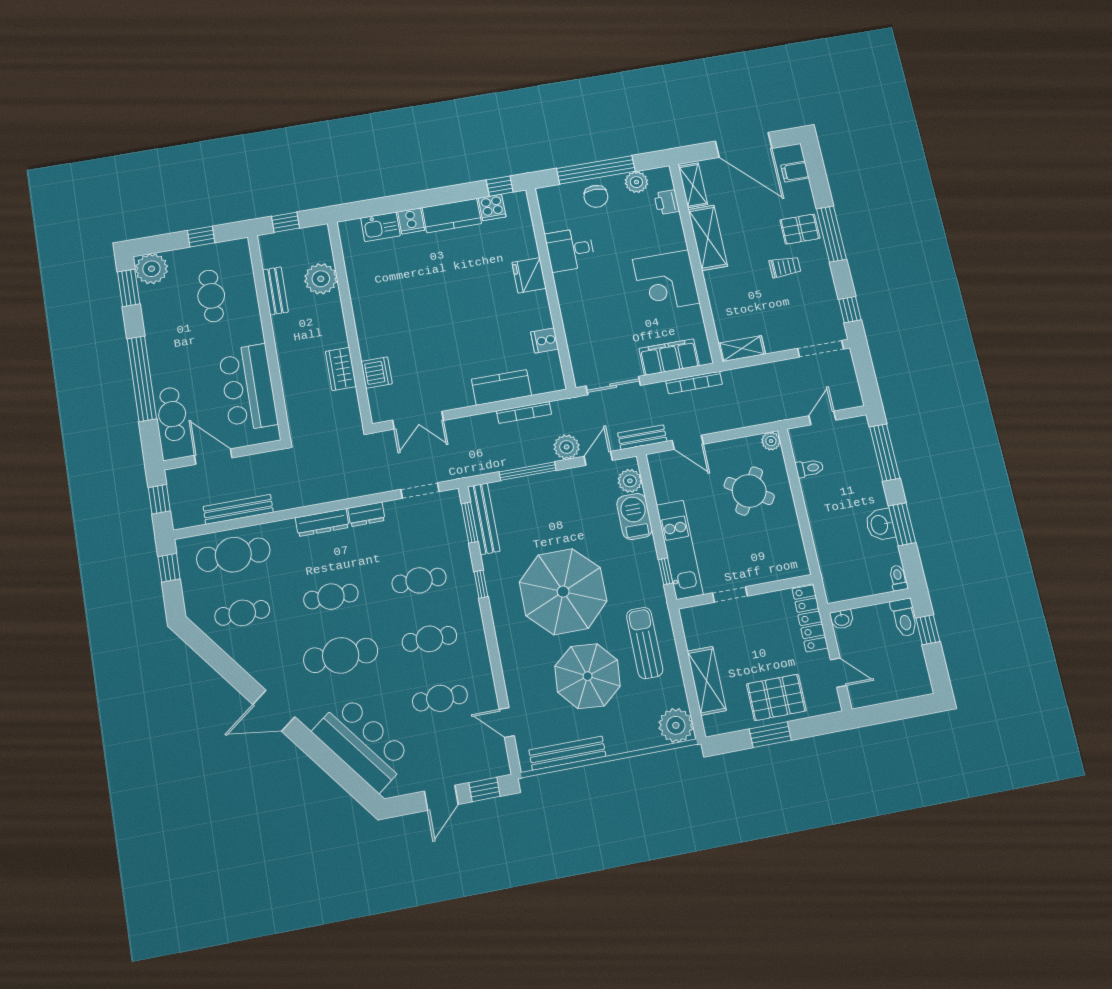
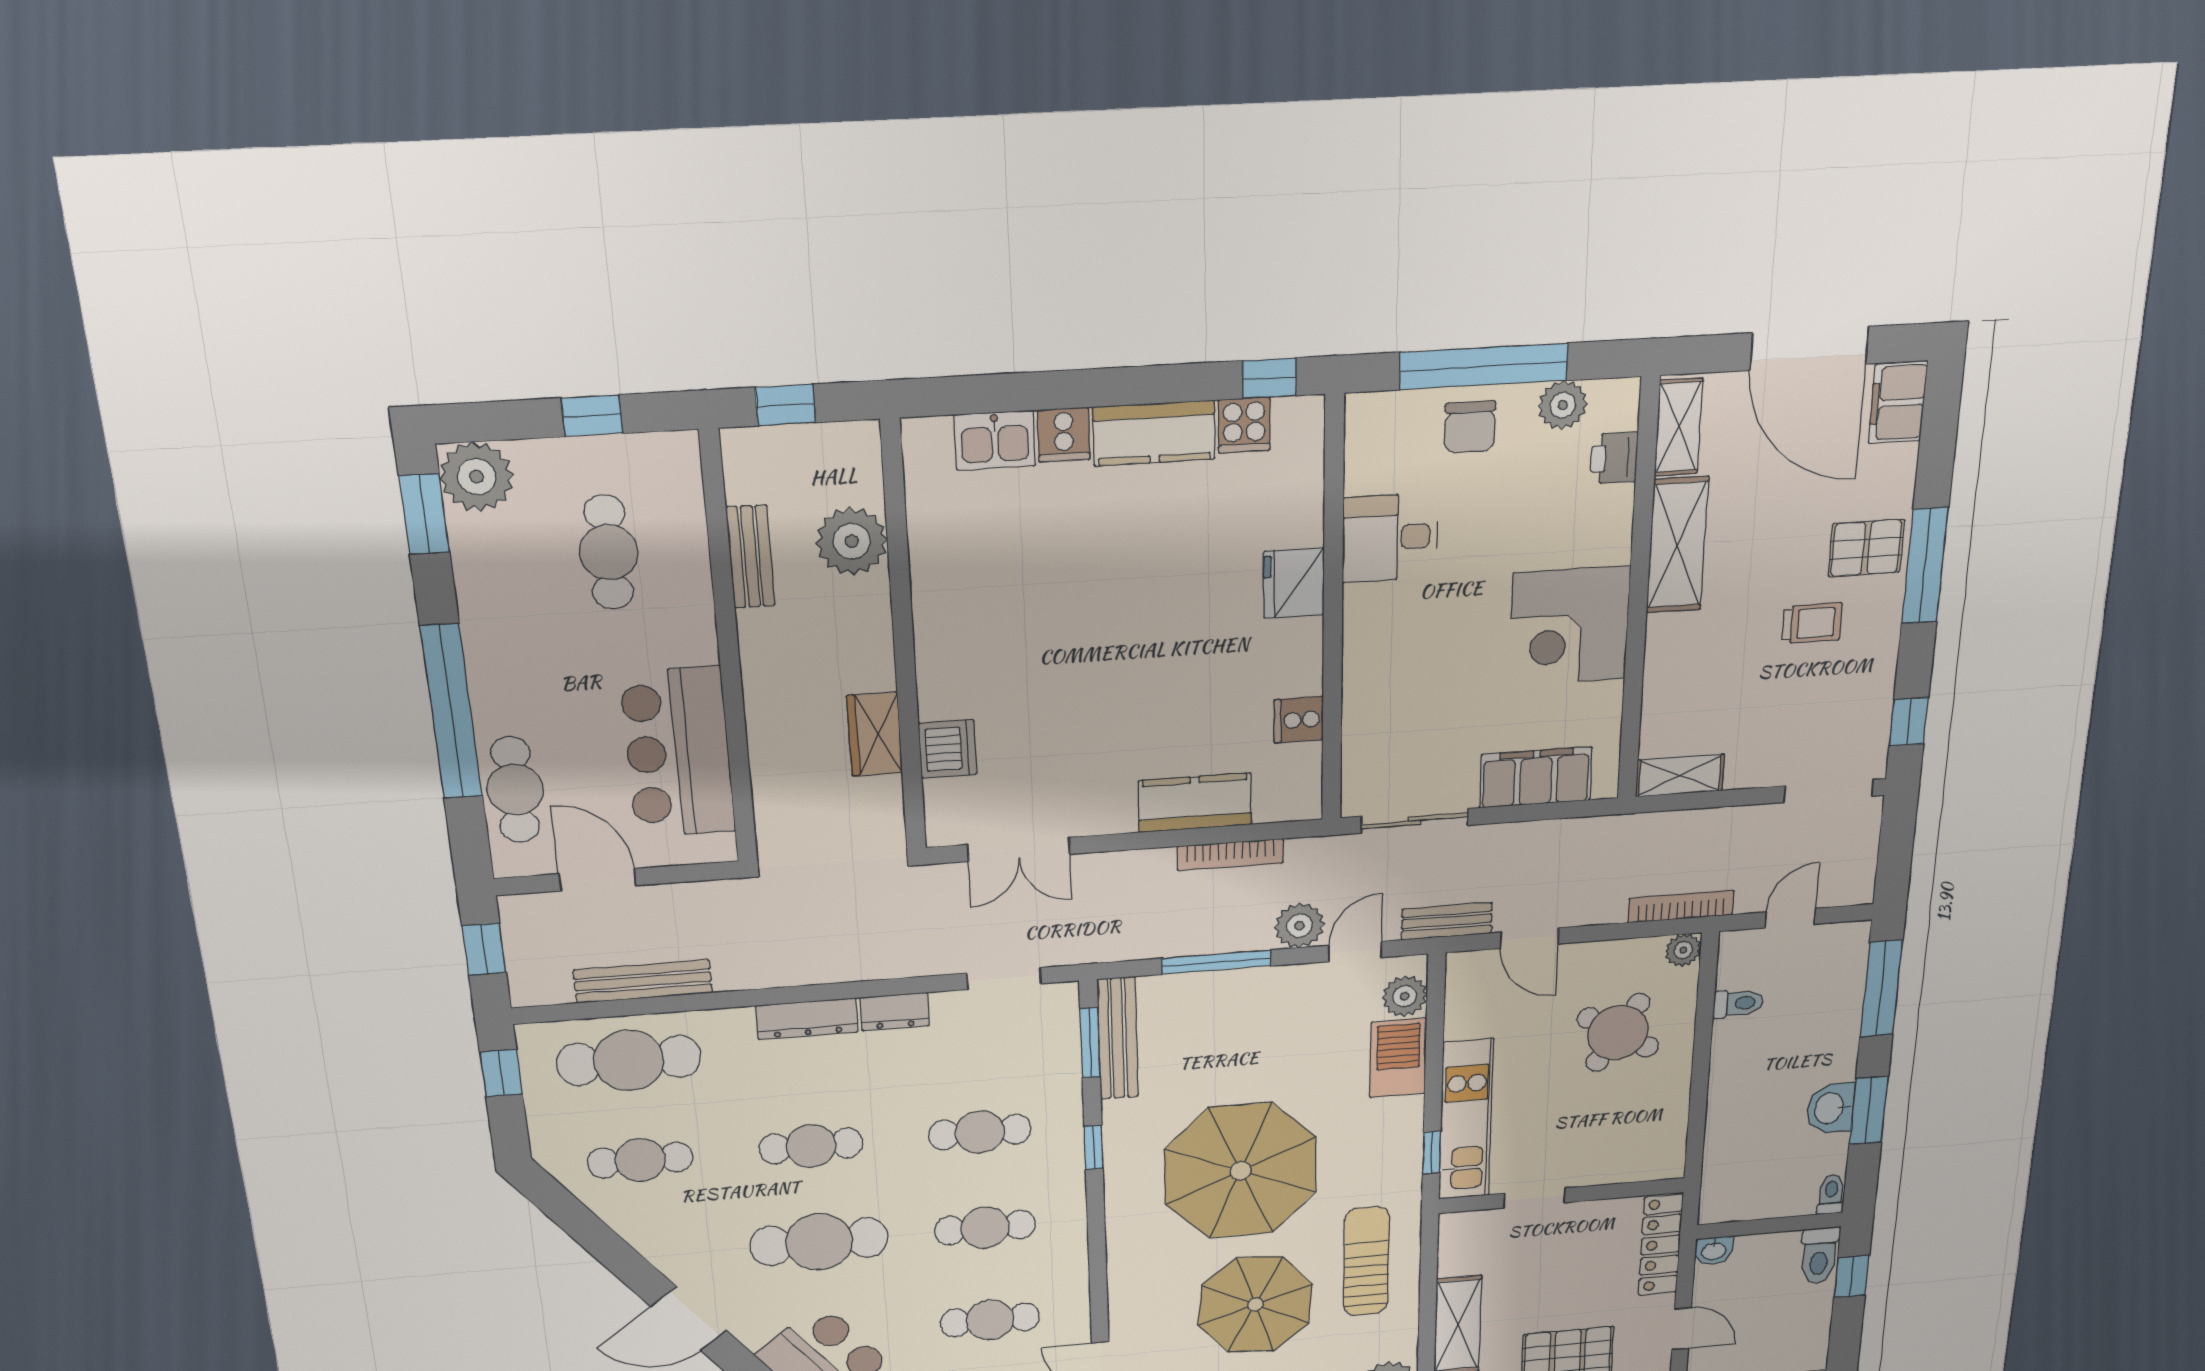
filing cabinet: (795, 172) -> (1898, 403), width x2.00
bookcase: (694, 383) -> (1681, 907), moved, turned 180

